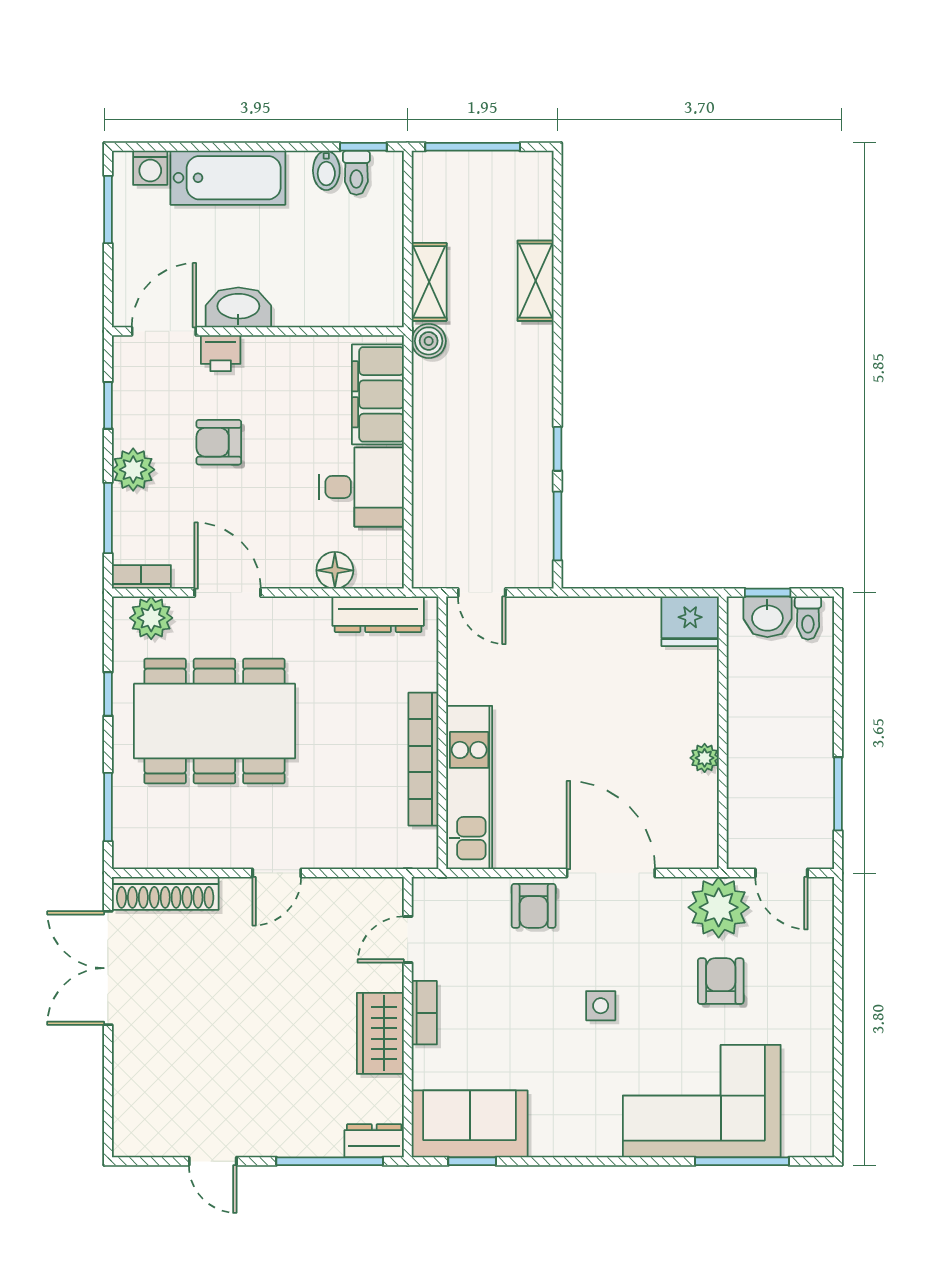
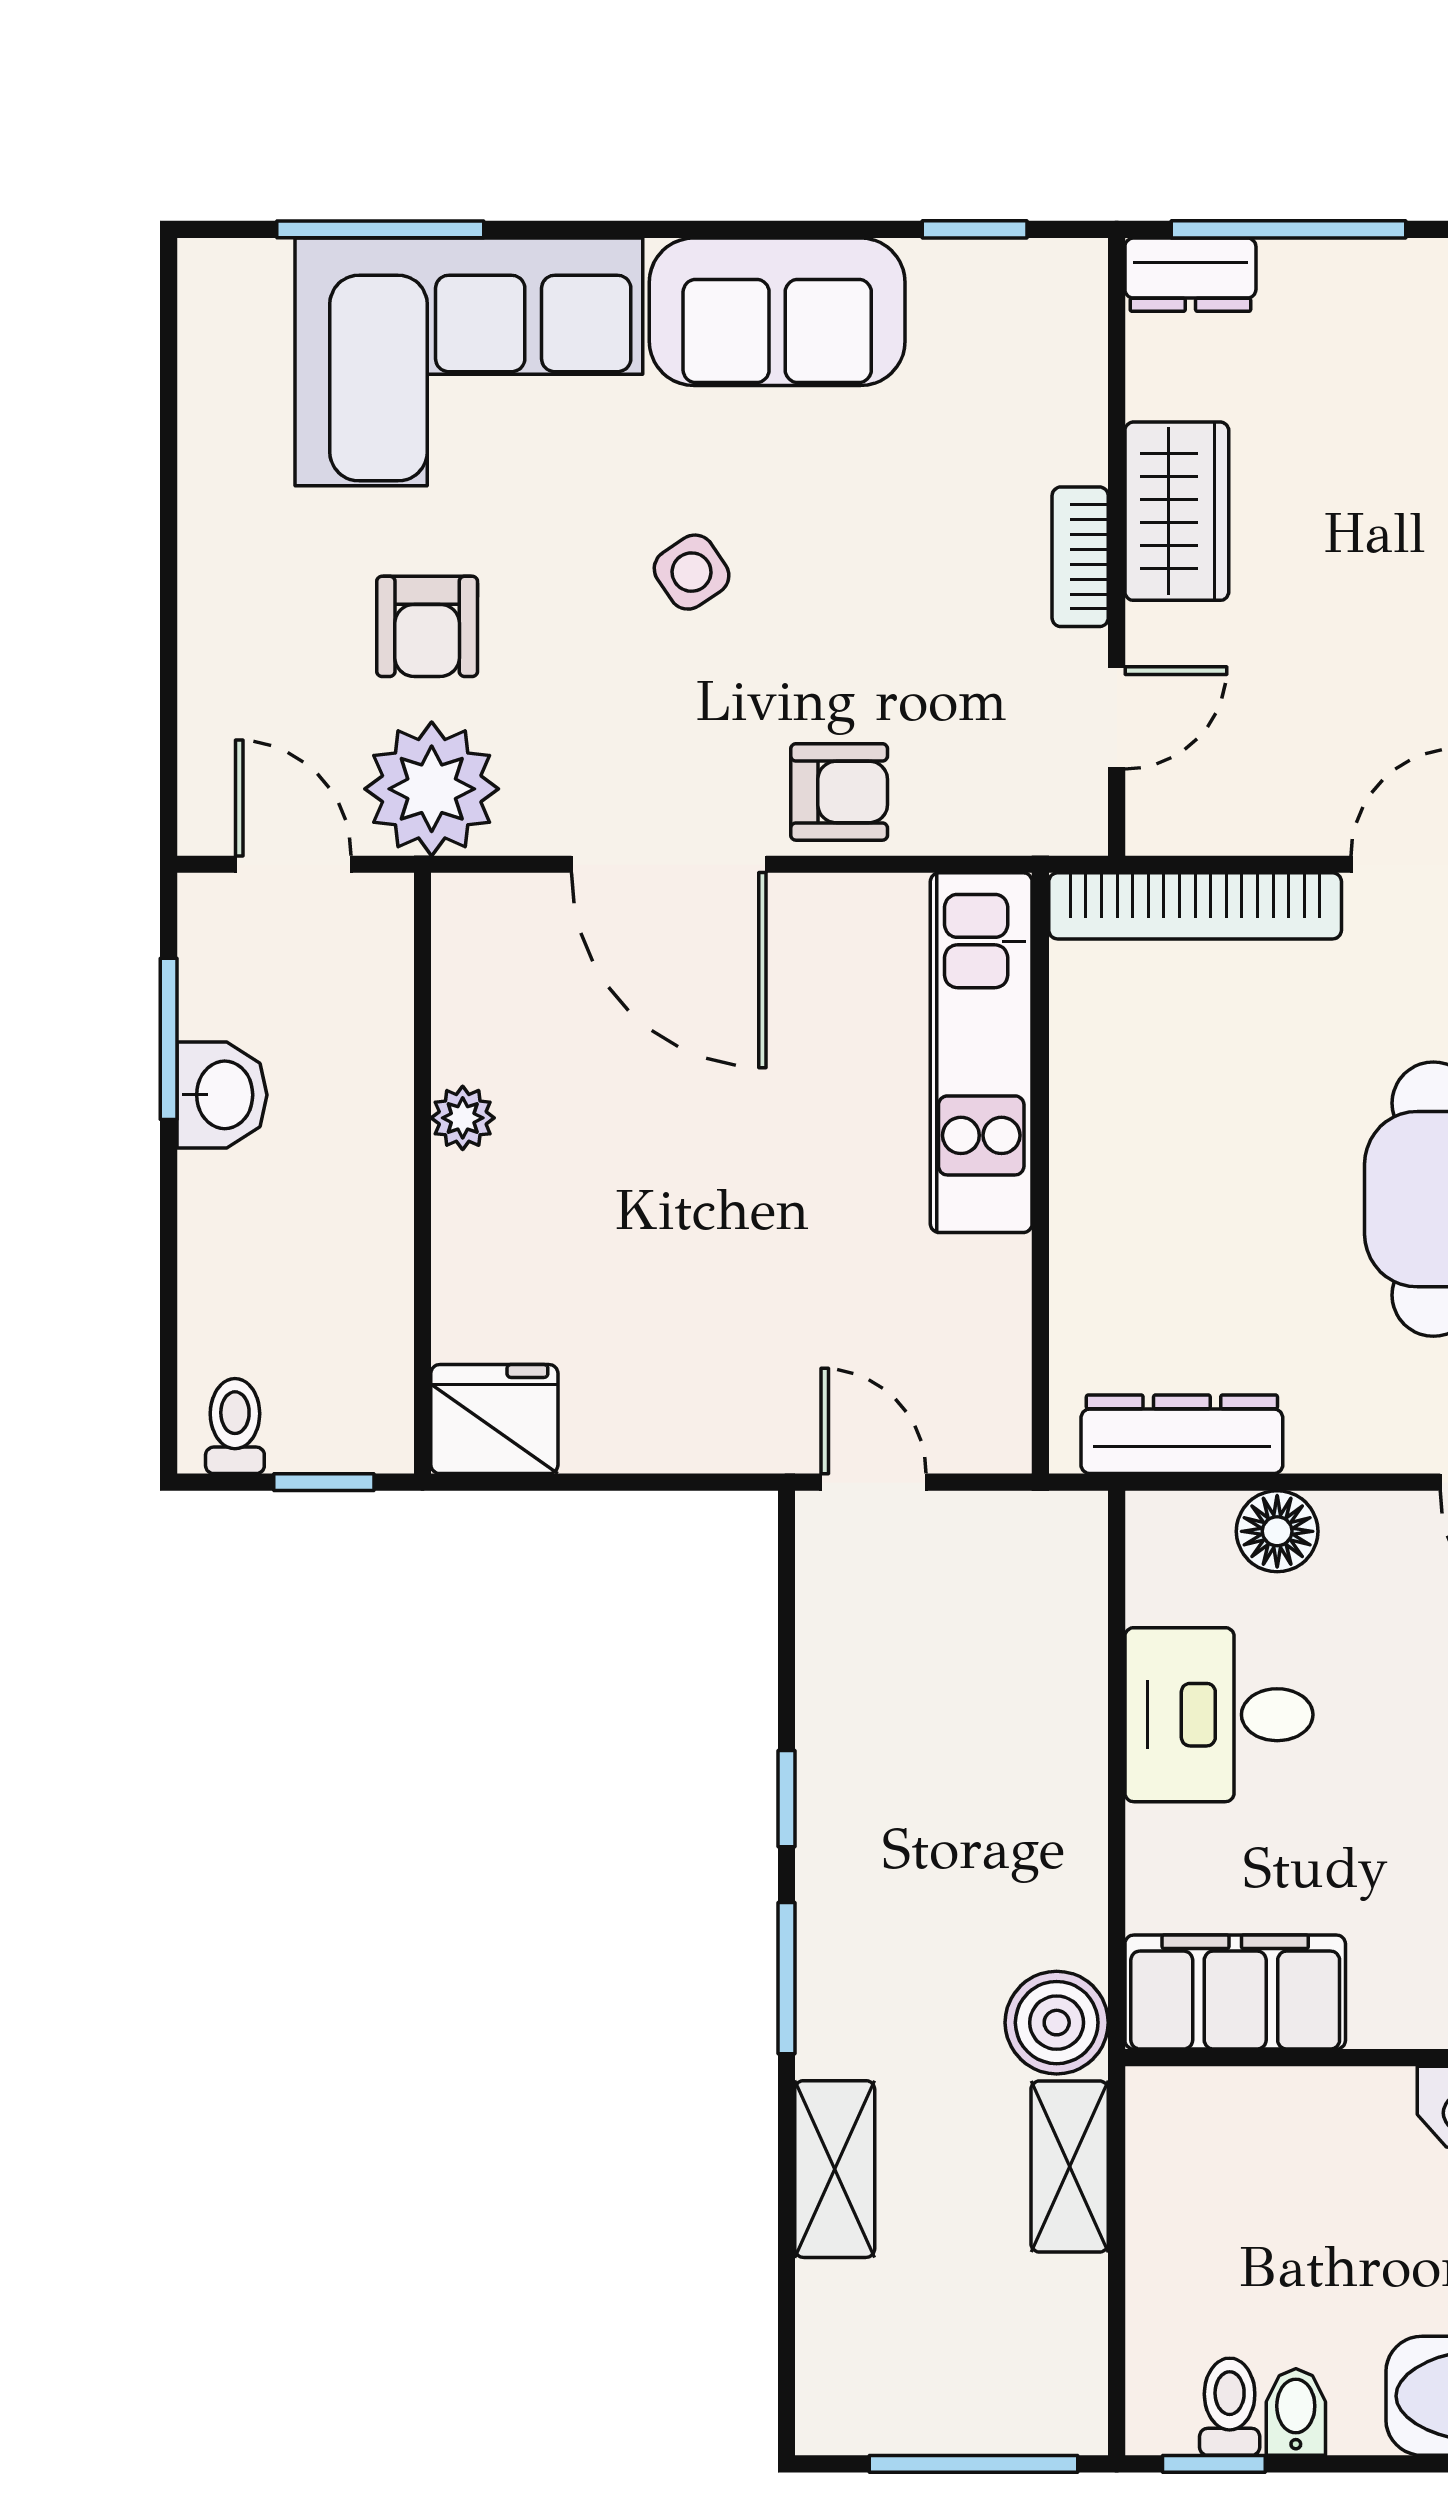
boiler: (429, 341) -> (1057, 2023), width x1.36, depth x1.36
filing cabinet: (378, 394) -> (1235, 1992), moved, turned -90
window: (558, 526) -> (786, 1978), moved
door: (482, 593) -> (874, 1482), moved
washbasin: (767, 617) -> (222, 1095), moved, turned 90
bookcase: (423, 759) -> (1195, 906), moved, turned 90
armchair: (534, 906) -> (839, 792), turned 90
side table: (601, 1006) -> (692, 572), turned -34
sofa: (470, 1124) -> (777, 312), moved

